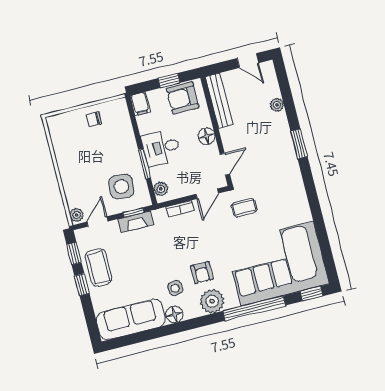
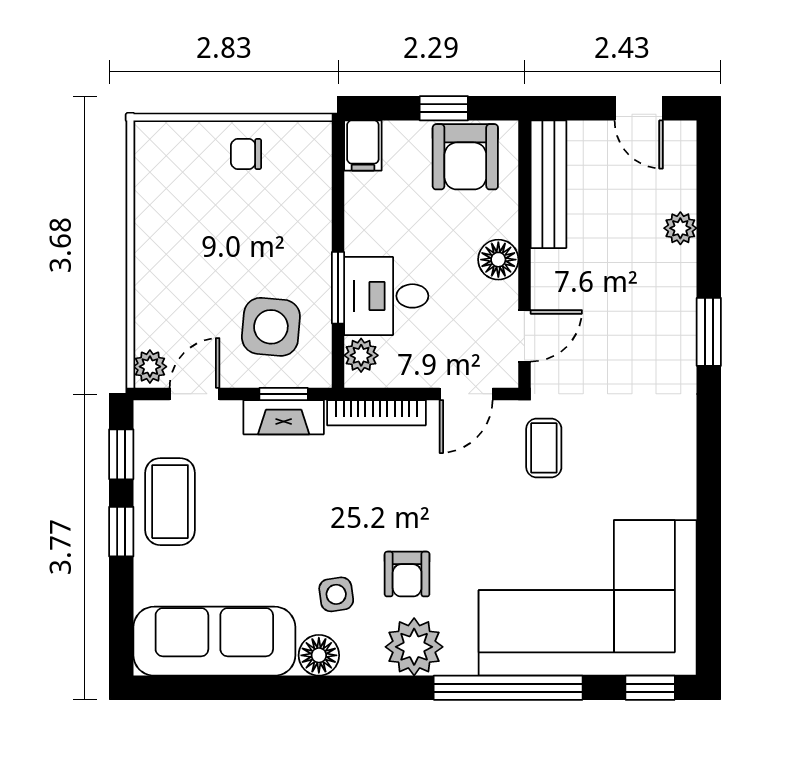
armchair: (183, 98) -> (465, 157), turned -90
desk: (161, 148) -> (386, 296), moved
coffee table: (244, 208) -> (544, 448), turned 90
bookcase: (180, 209) -> (376, 413), width x1.56

